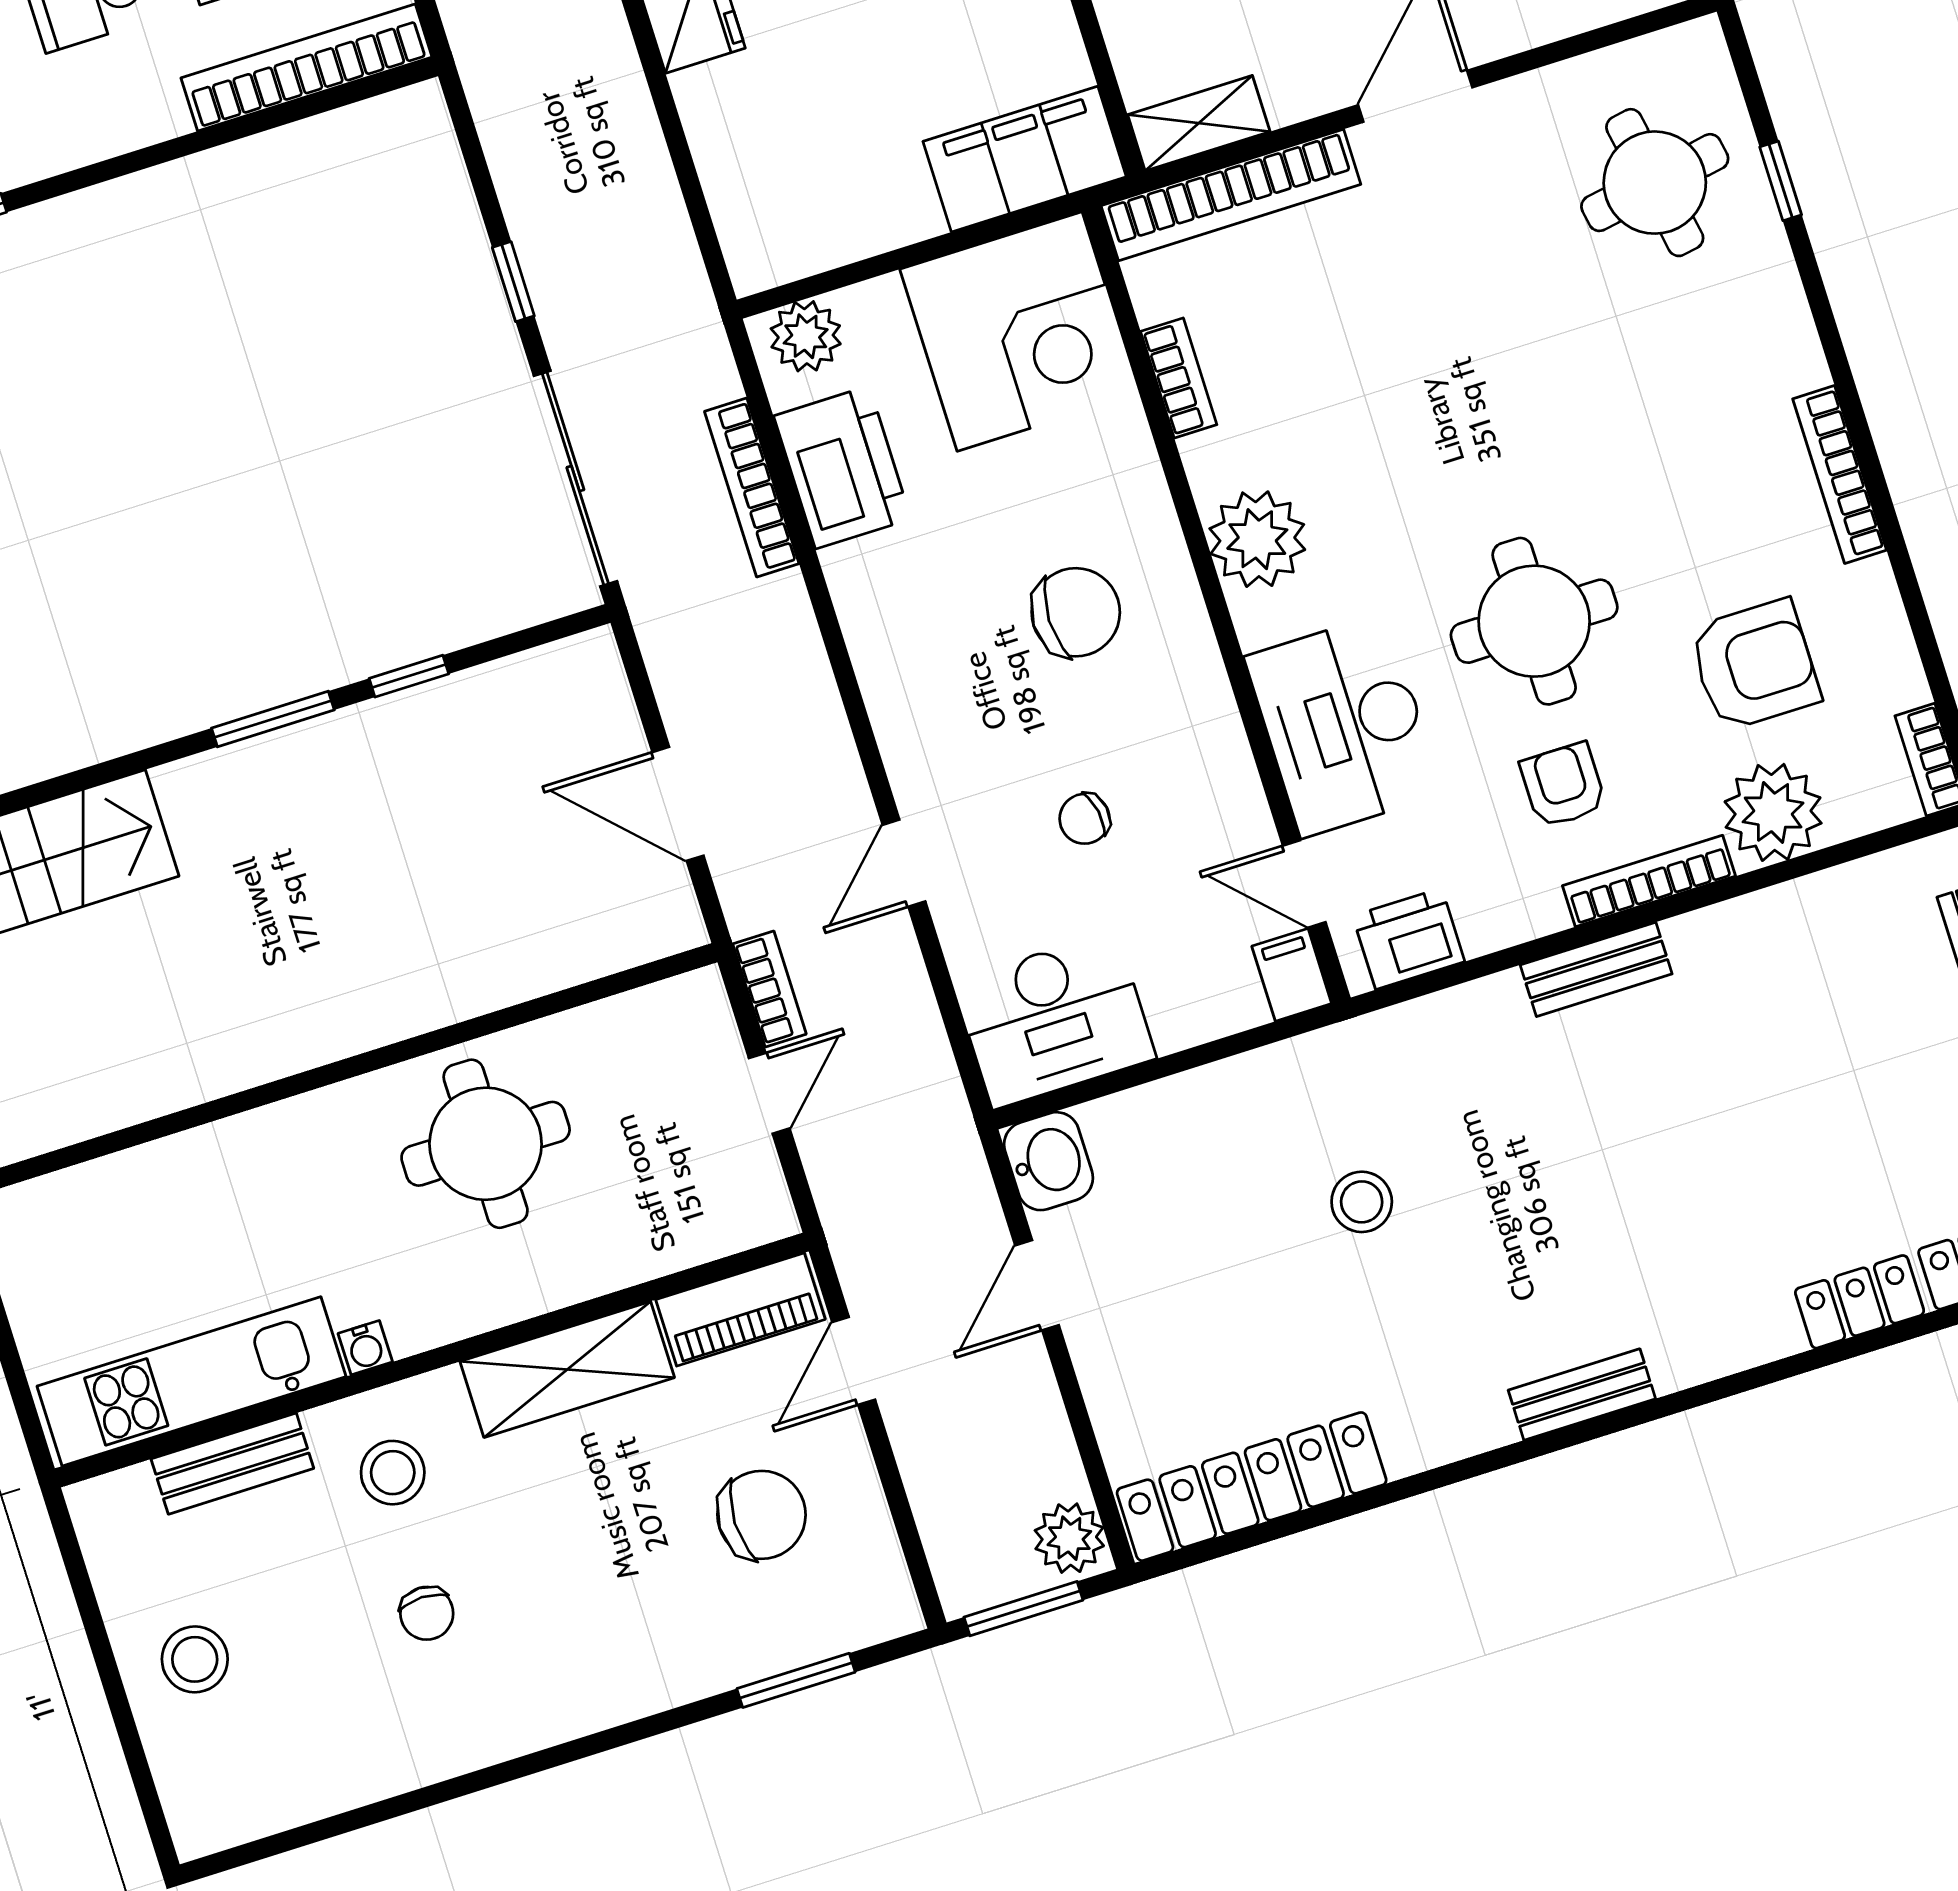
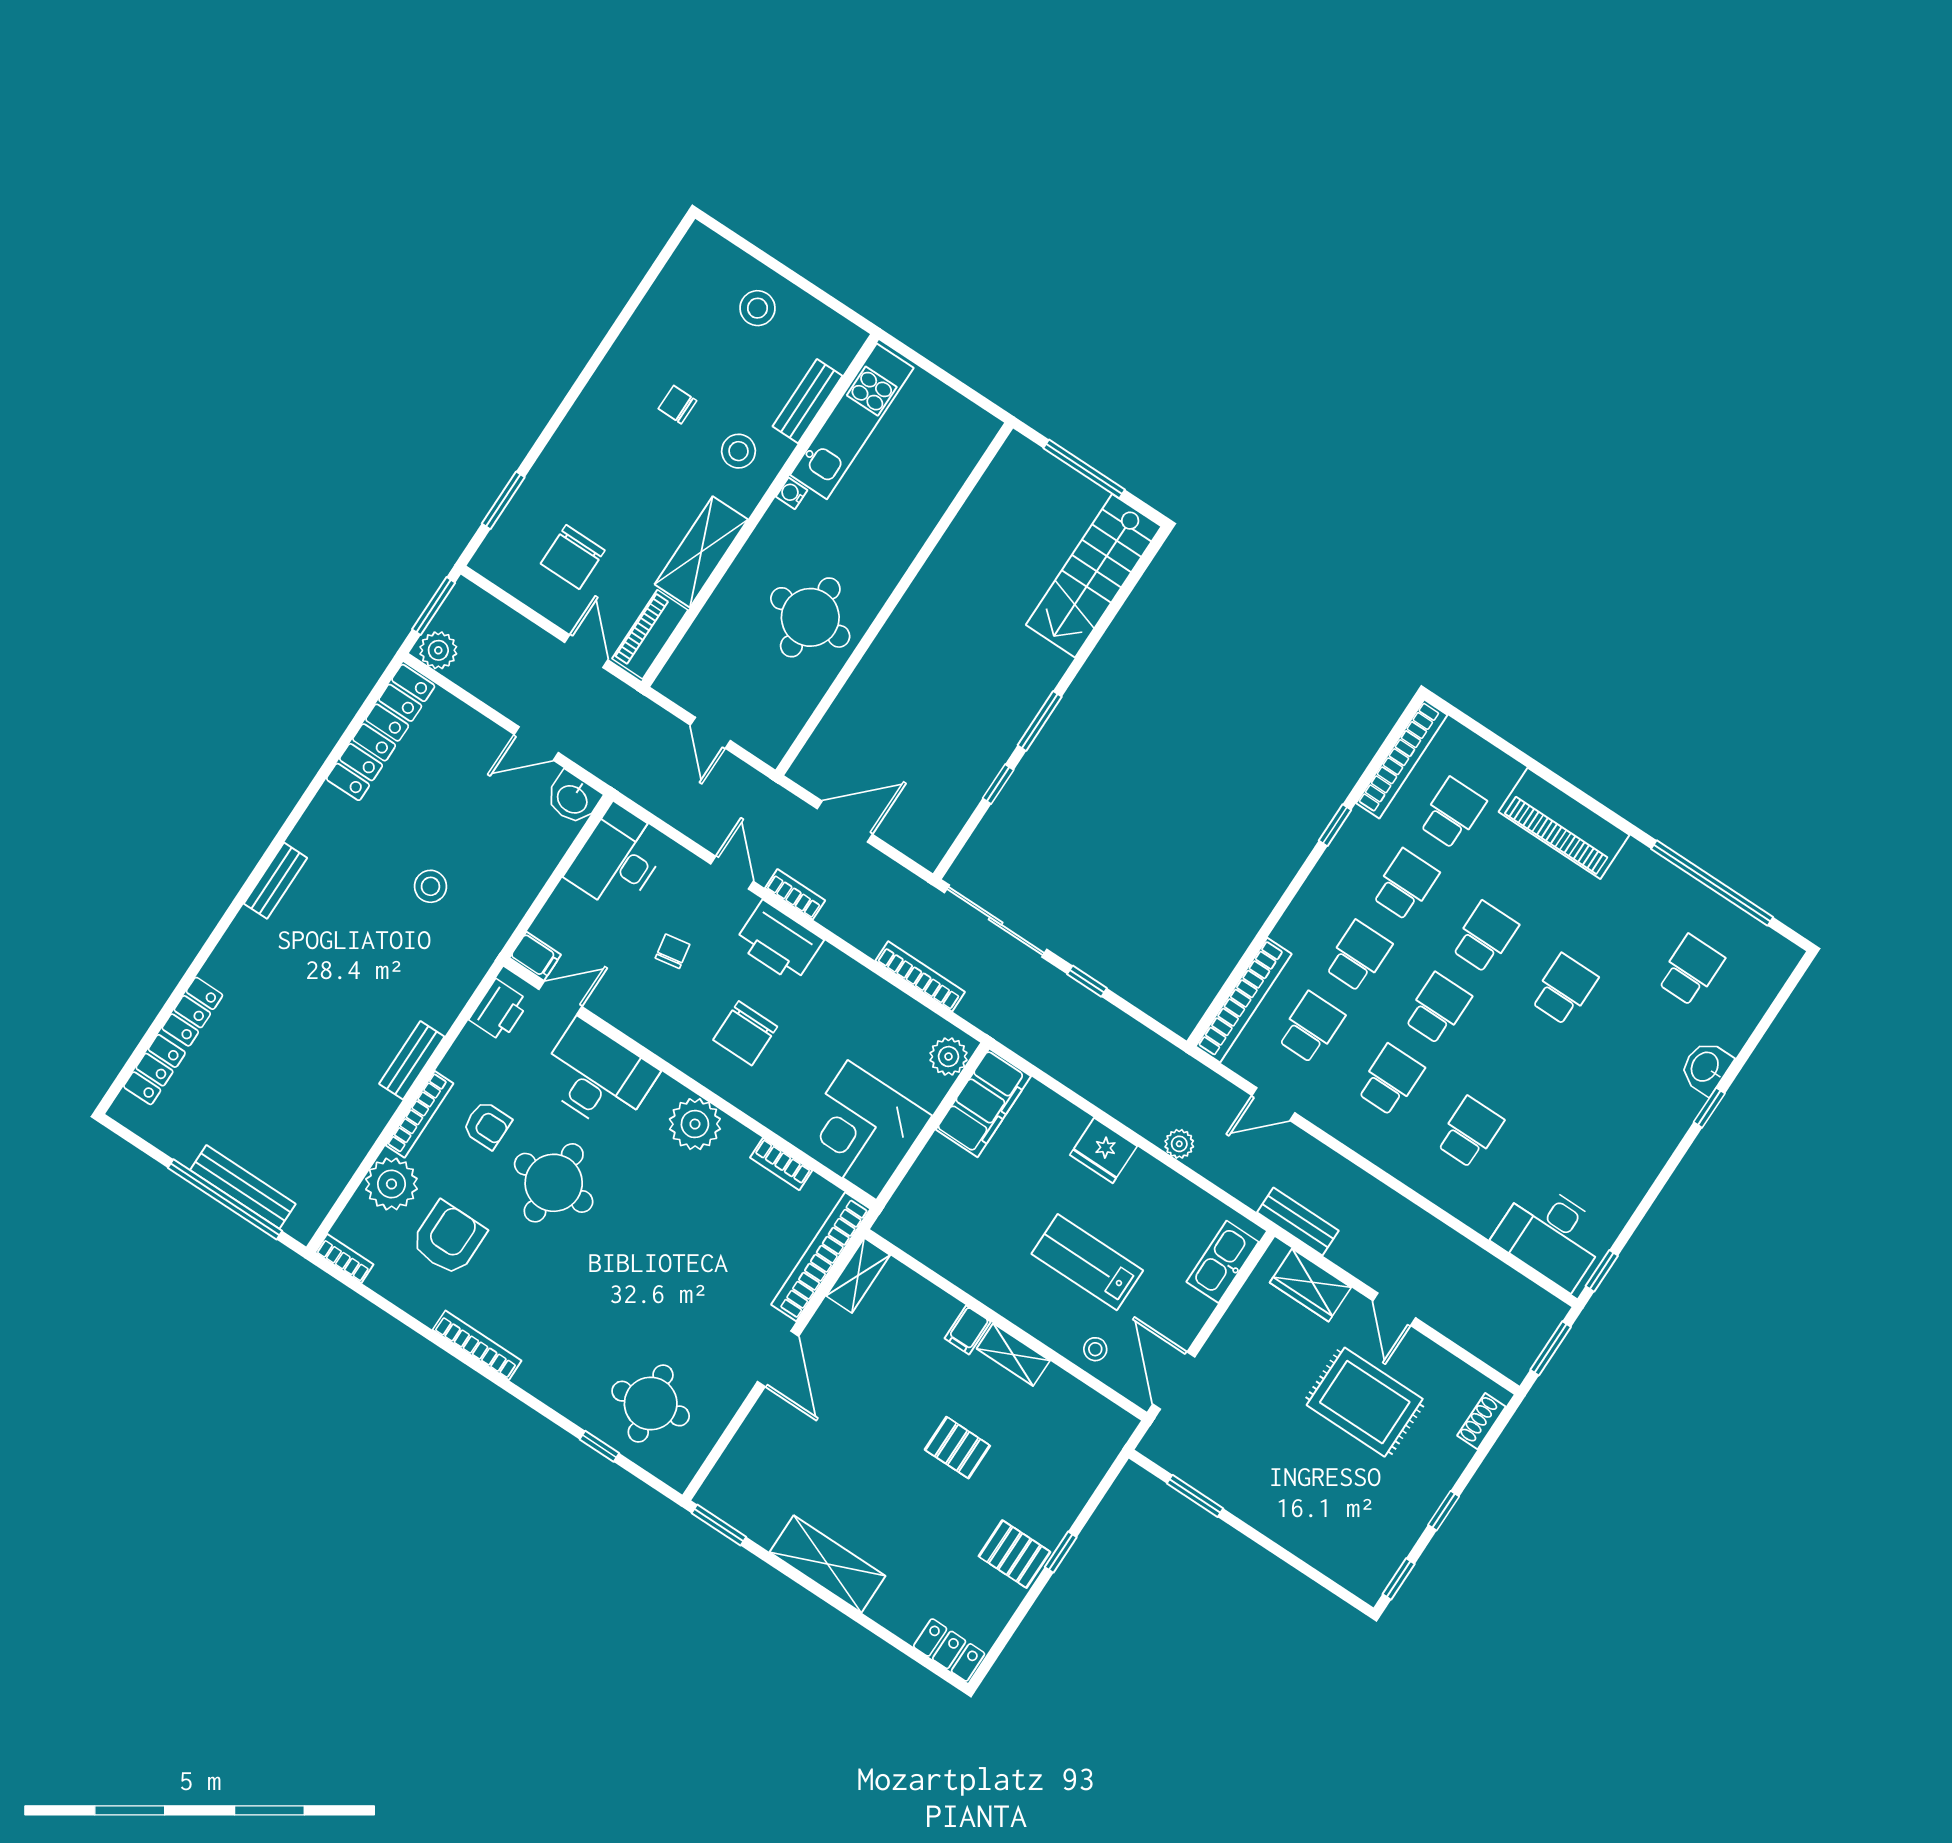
filing cabinet: (1025, 159) -> (983, 1103), moved
printer: (842, 467) -> (779, 942), moved
armchair: (1754, 665) -> (448, 1238), turned 180
bookcase: (769, 989) -> (795, 894), moved, turned 180
door: (1037, 1285) -> (536, 744), swing flipped

